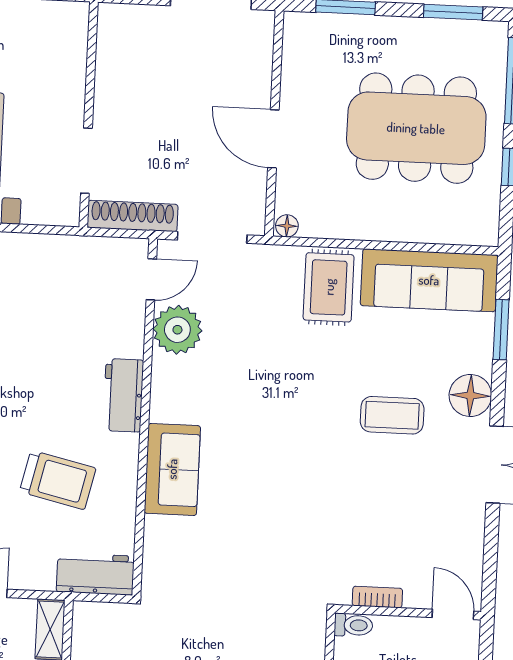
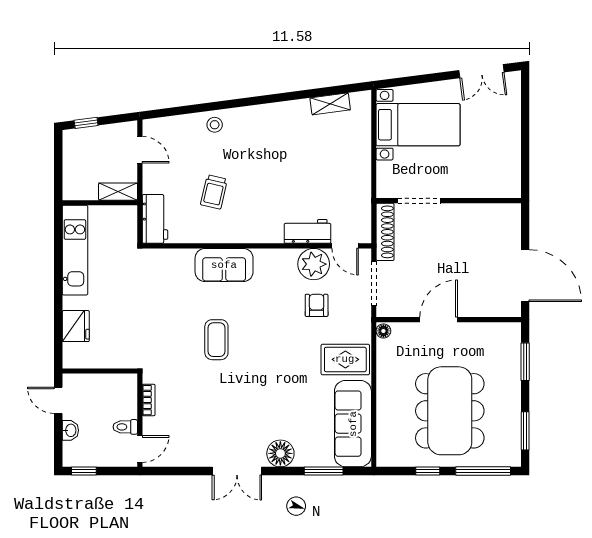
armchair: (242, 328) -> (317, 305), added
workbench: (123, 395) -> (307, 231), moved
coffee table: (392, 415) -> (216, 340), moved
trolley: (58, 480) -> (214, 192), width x0.73, depth x0.72
toilet: (353, 625) -> (125, 427), moved, turned 90

